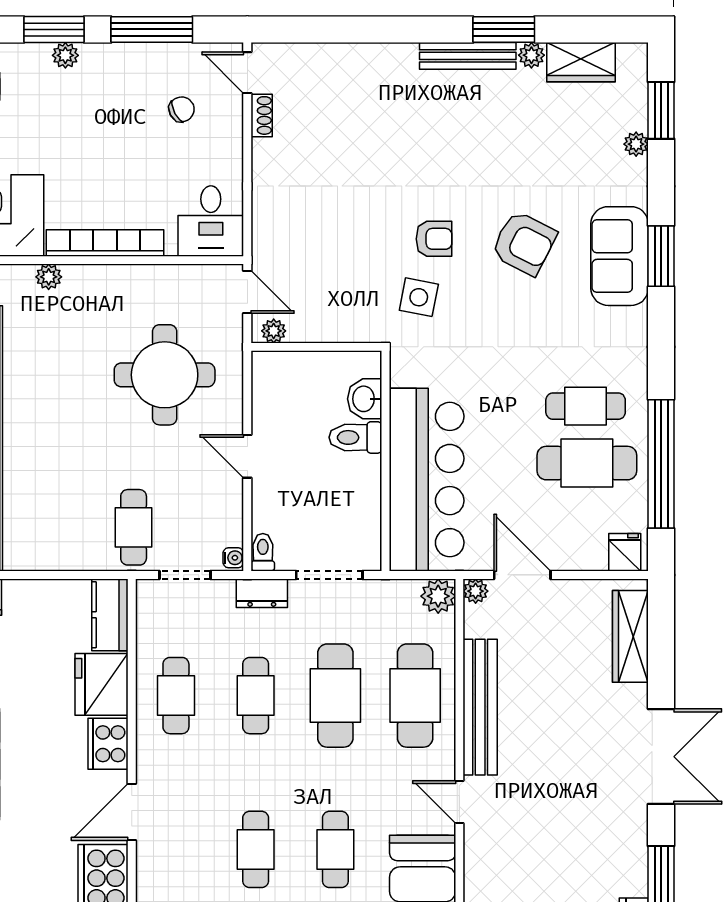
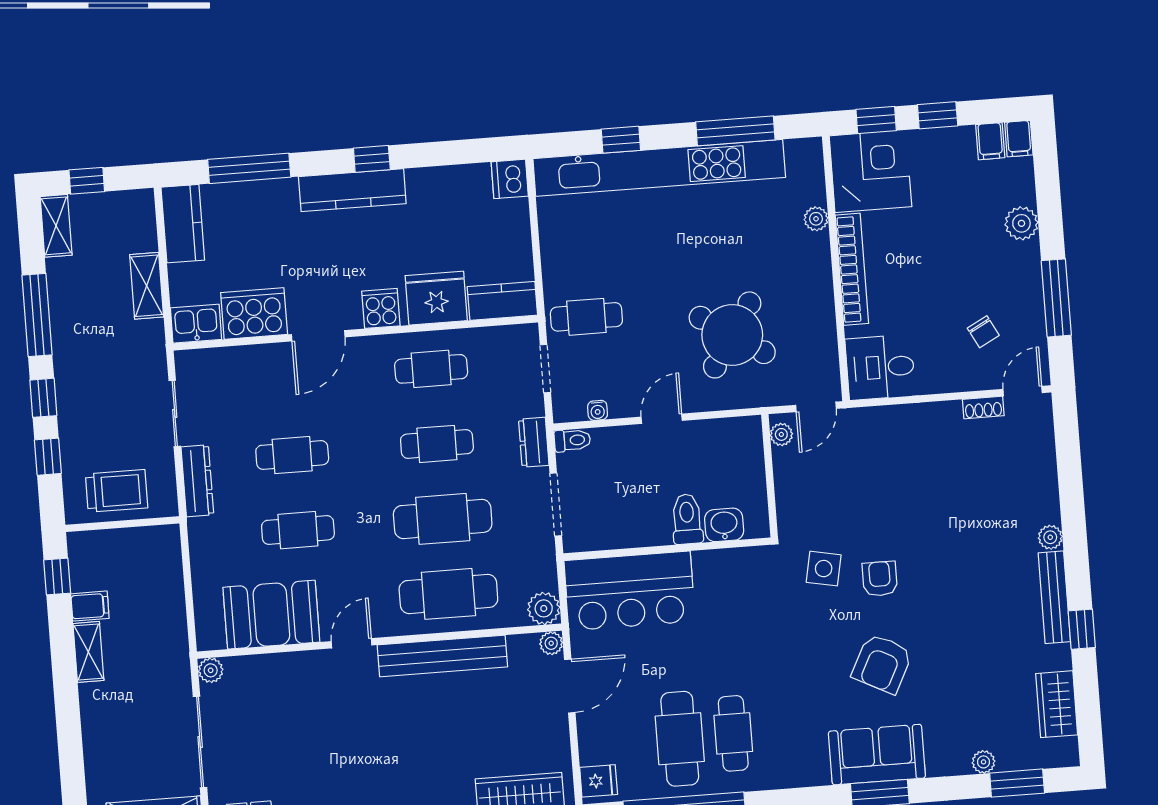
window: (54, 29) -> (1049, 206), removed
window: (504, 29) -> (1082, 629), width x0.67
plant: (65, 55) -> (1021, 223), width x1.38, depth x1.38
plant: (531, 55) -> (1050, 537), moved
armchair: (434, 239) -> (880, 579), turned 180
round table: (165, 375) -> (732, 335), turned 33
bar counter: (427, 480) -> (630, 591), width x0.73
water cooler: (233, 558) -> (598, 410), moved
cooker: (108, 744) -> (381, 308), width x0.73
door: (132, 812) -> (318, 336), swing flipped

